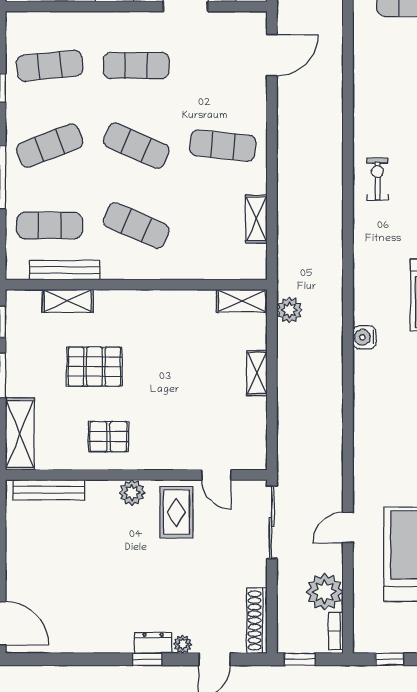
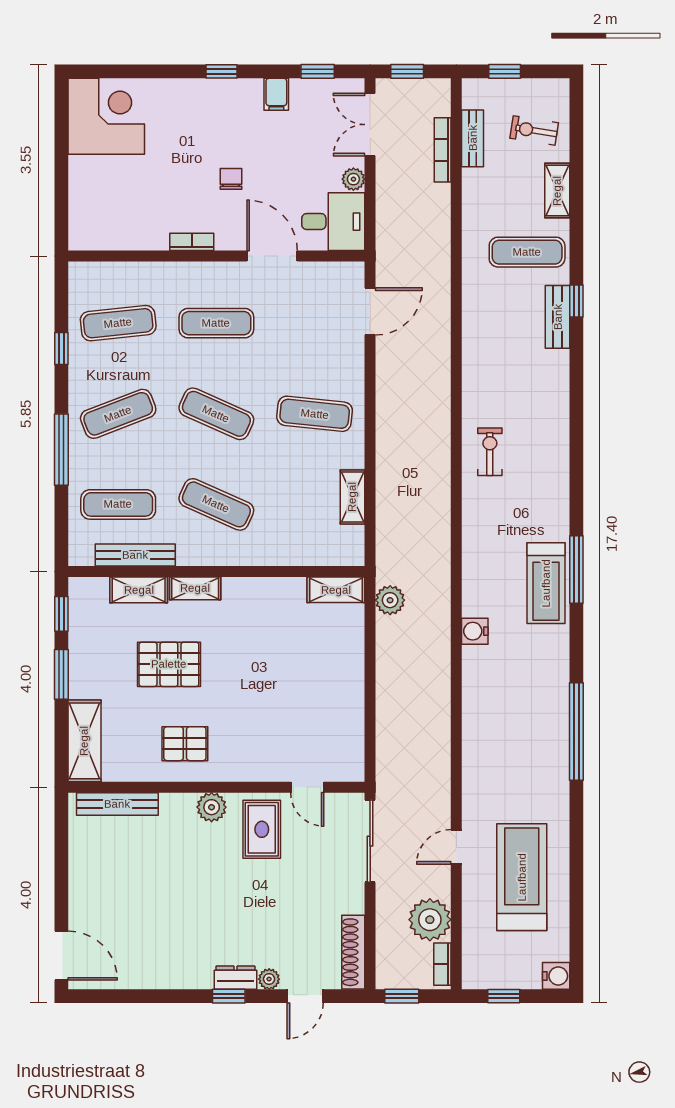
shelving: (257, 373) -> (195, 588), moved, turned 90

